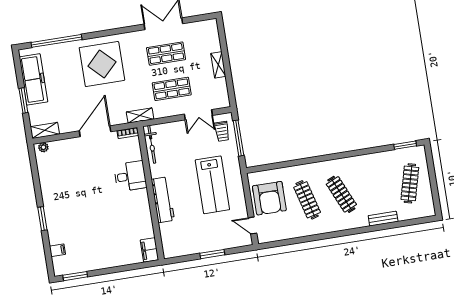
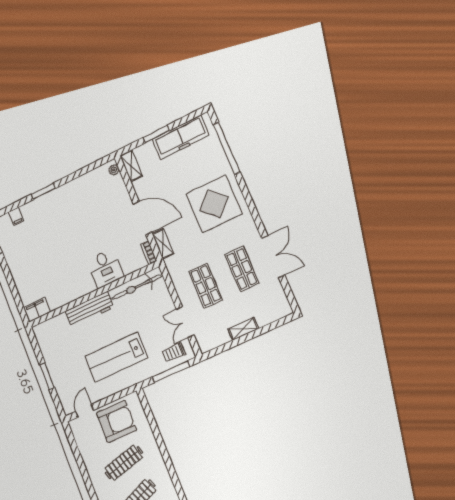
shelving: (140, 116) -> (163, 244), moved
bicycle: (152, 144) -> (137, 287), width x1.37, depth x1.40
armchair: (269, 198) -> (116, 422), turned 180

